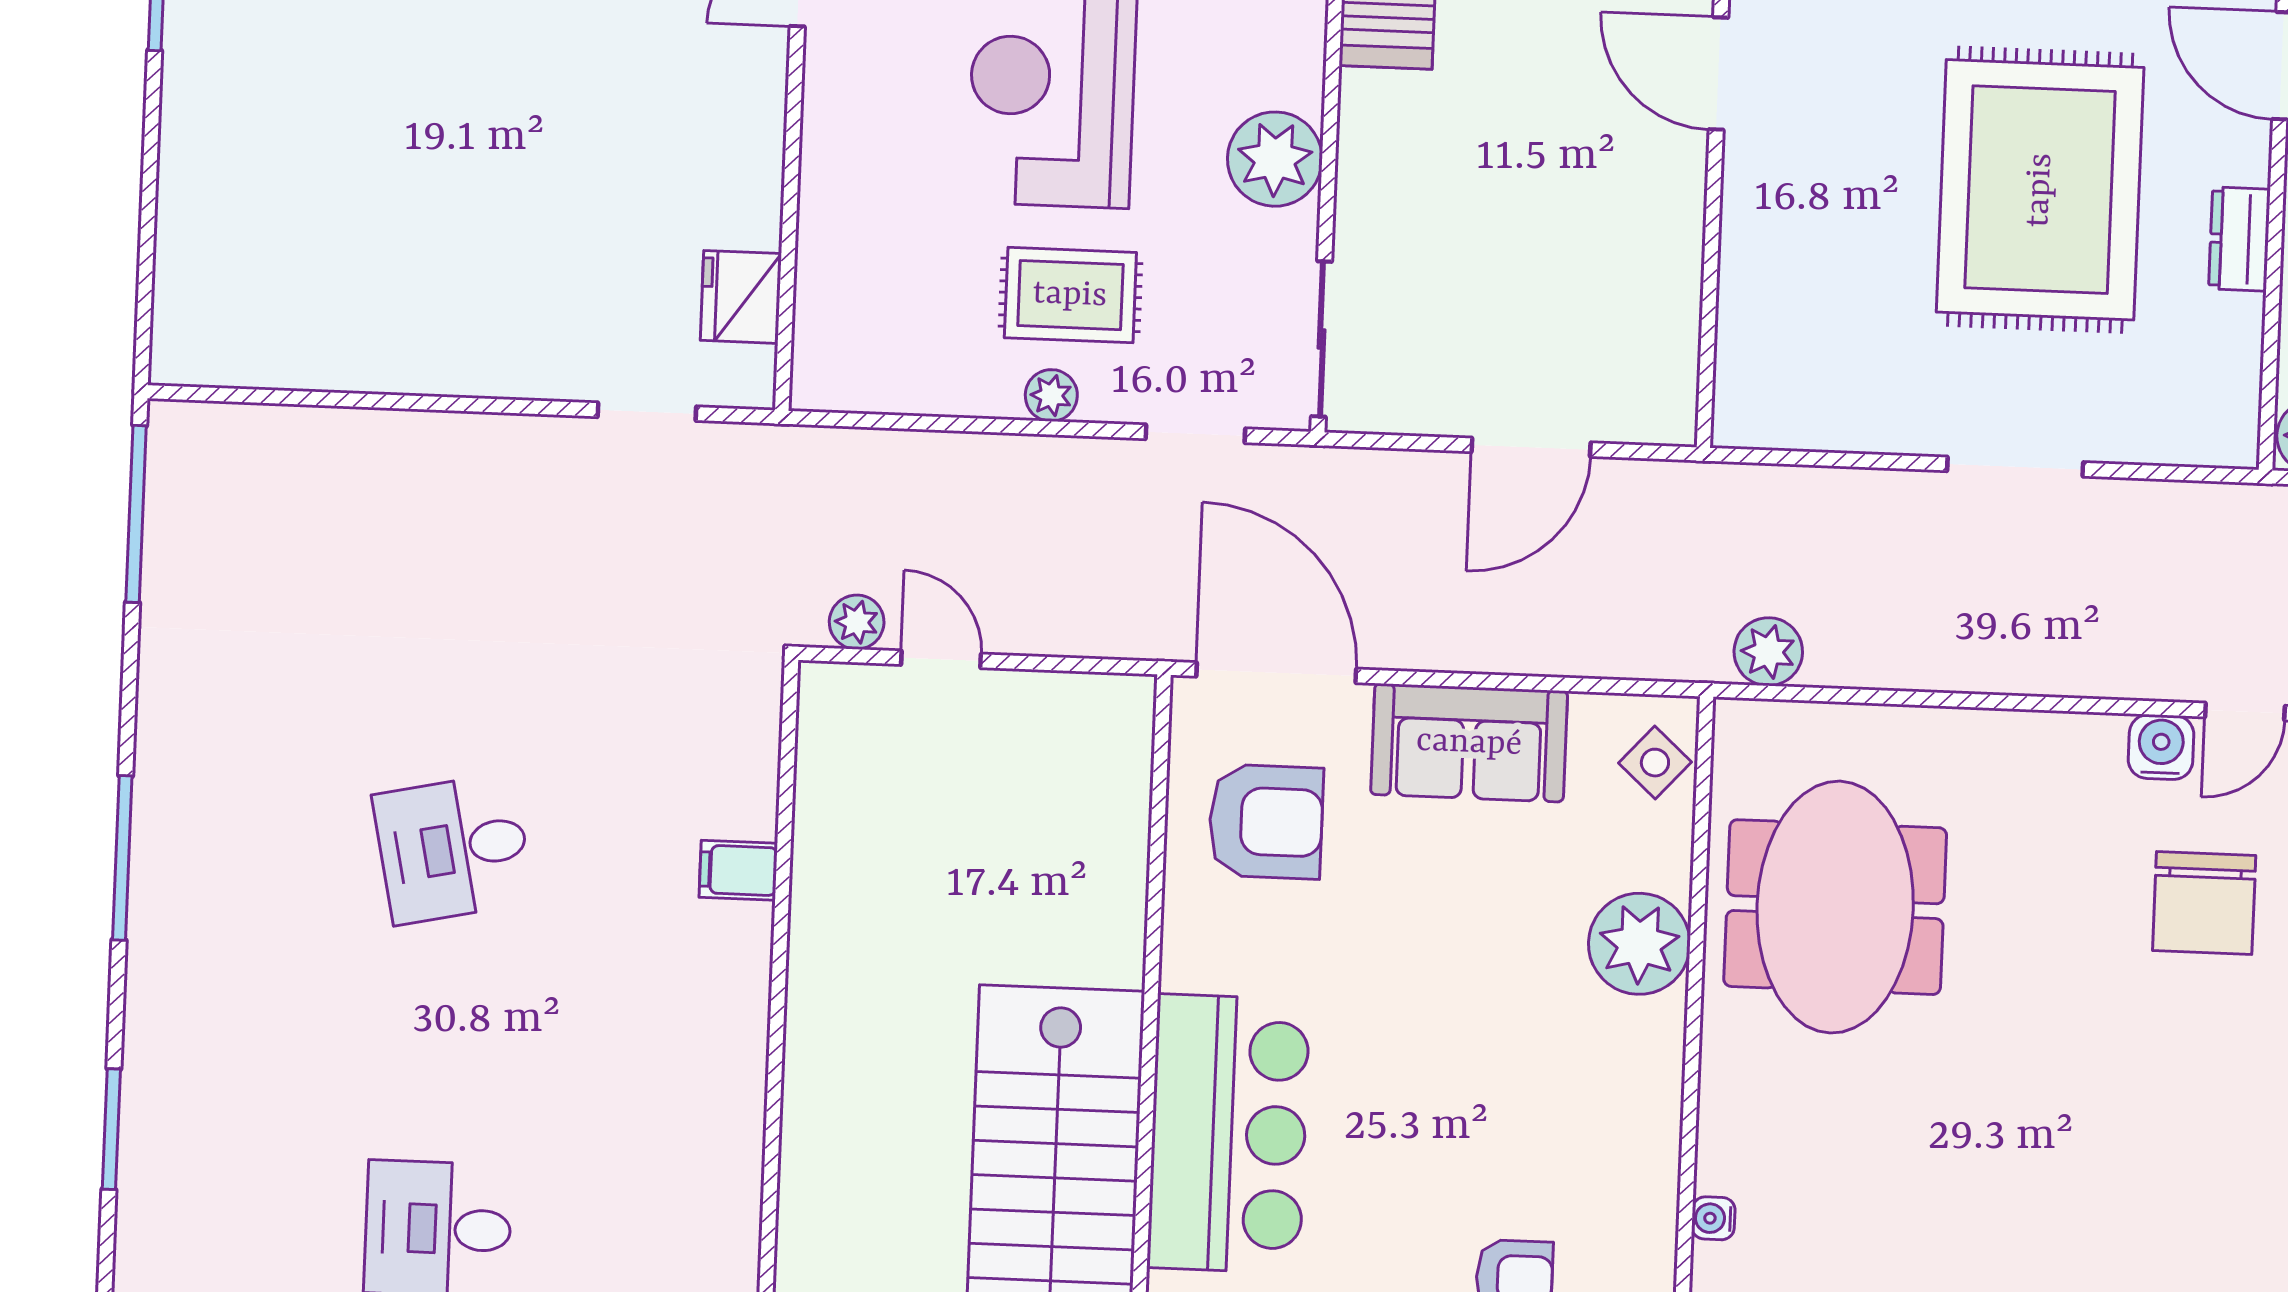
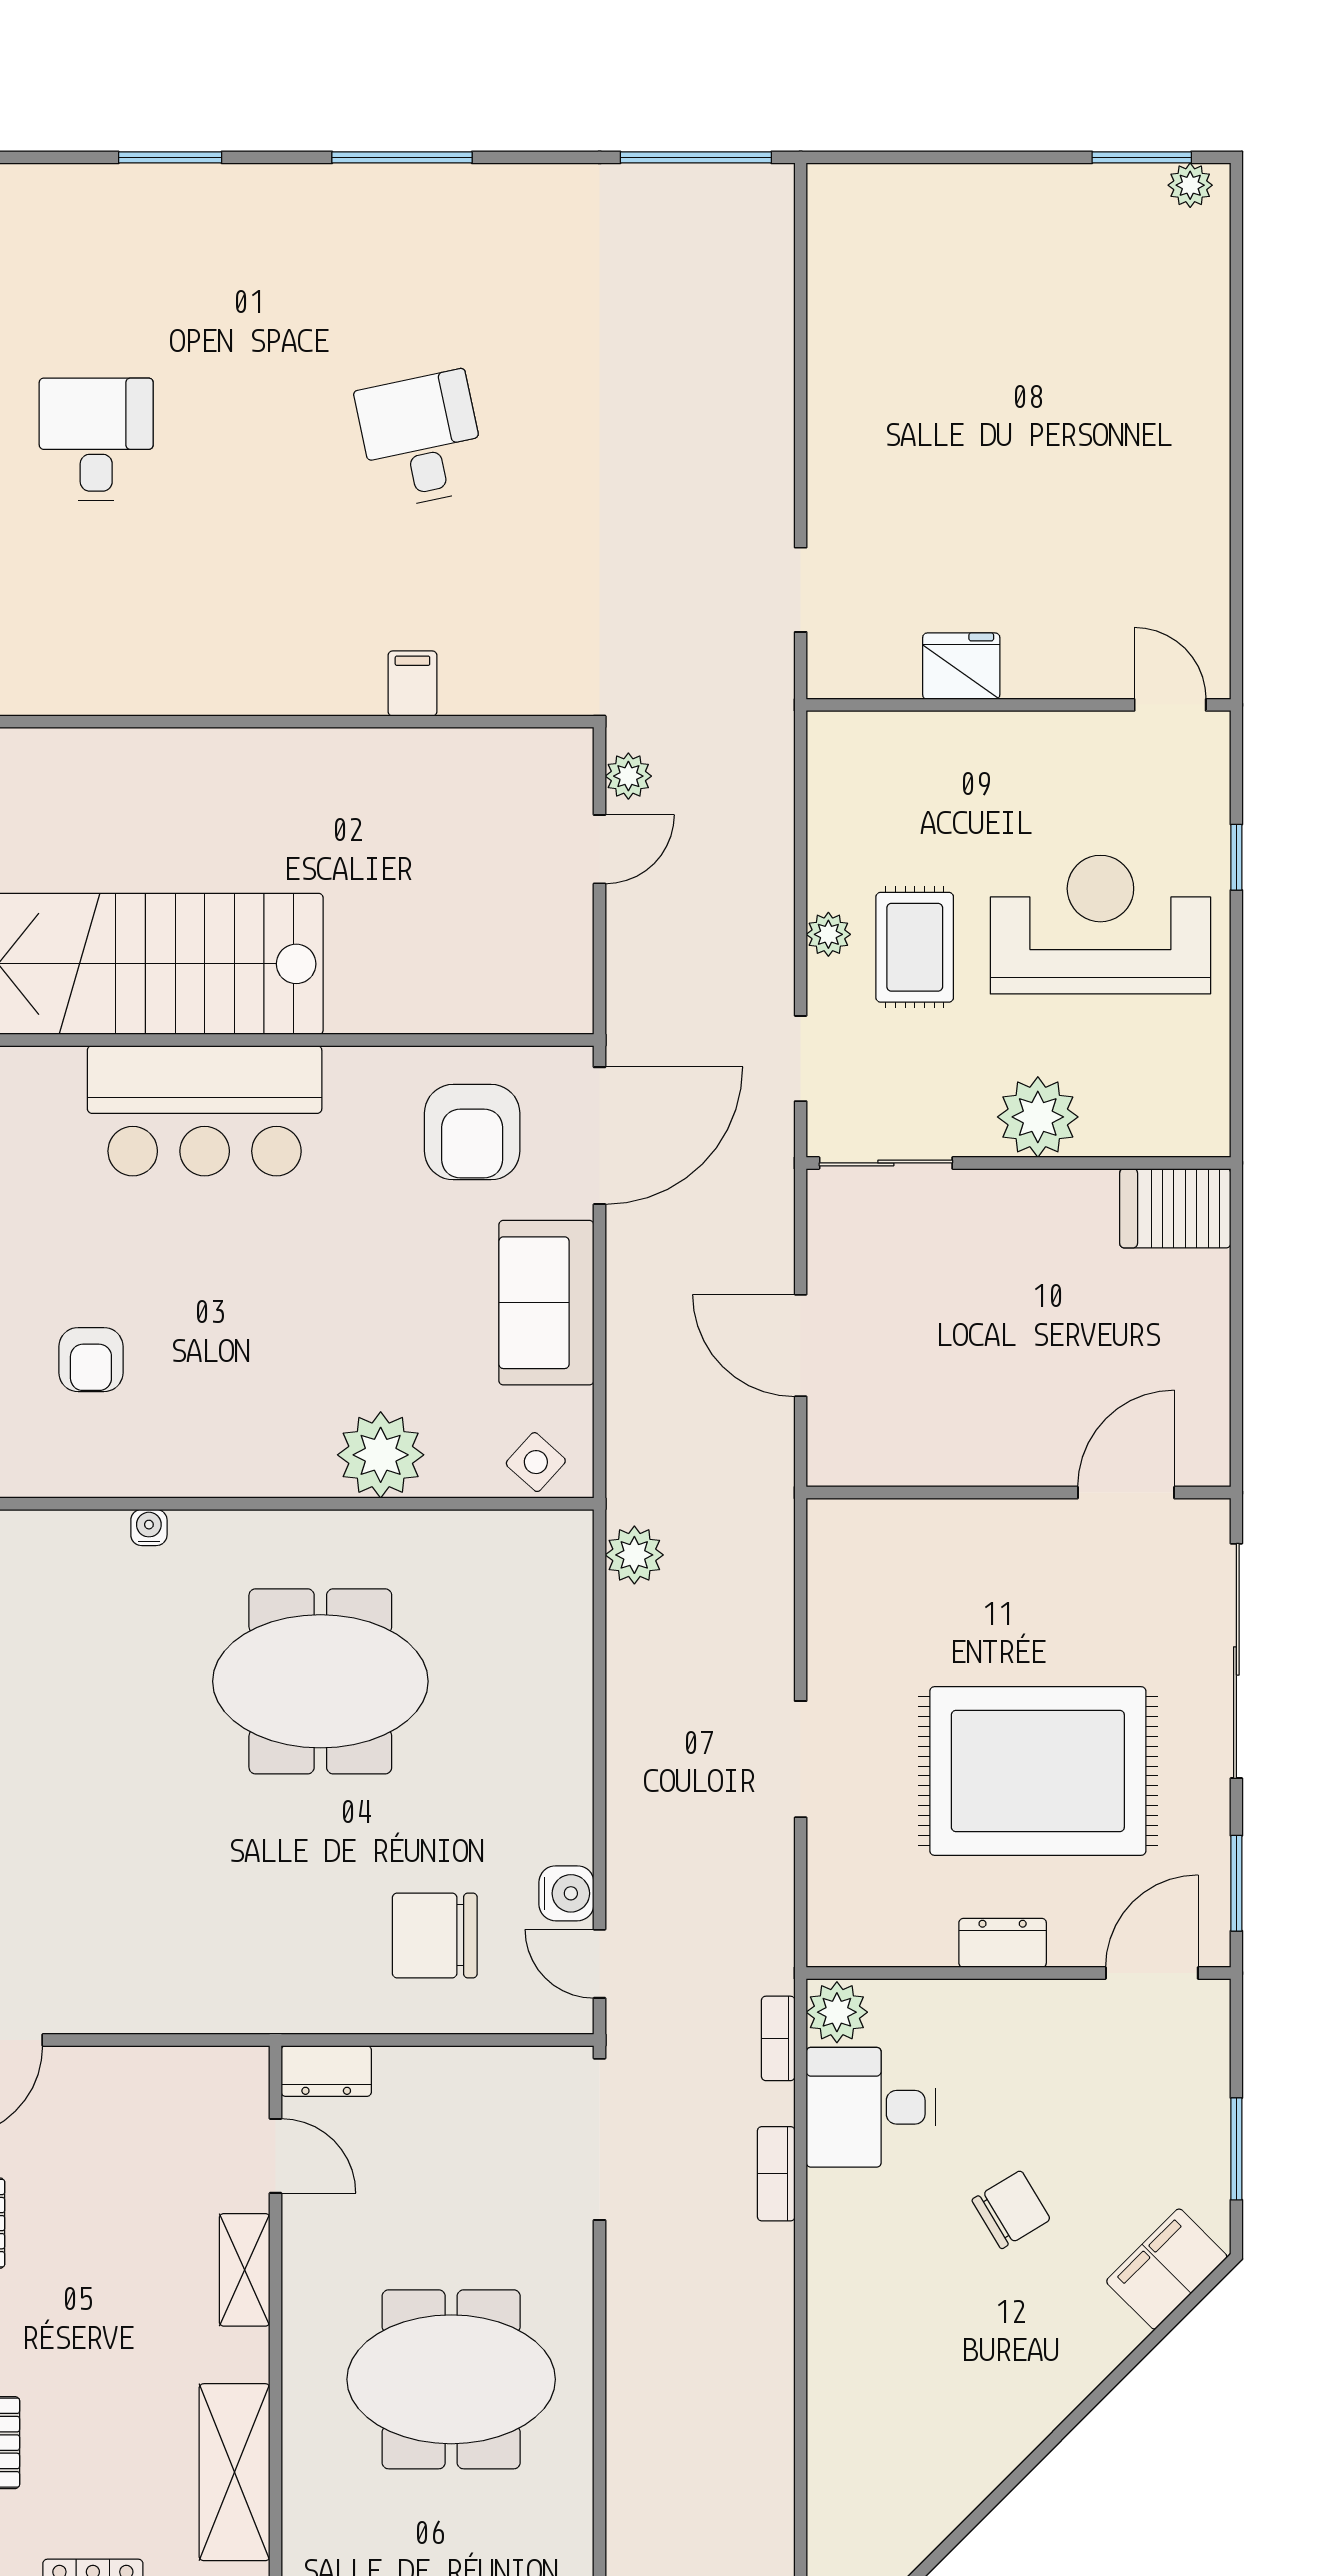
fridge: (741, 297) -> (961, 666), moved
meeting table: (1835, 907) -> (320, 1681), moved

